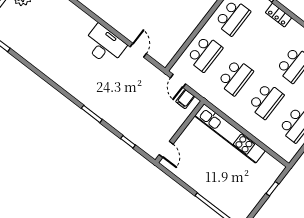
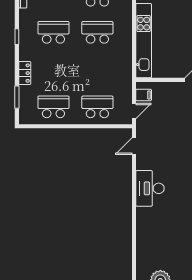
door: (138, 50) -> (134, 146), moved
school desk: (235, 77) -> (97, 70), removed

